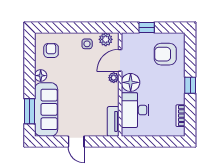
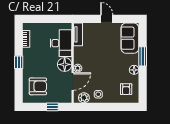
sofa: (46, 109) -> (130, 38), width x0.73
window: (29, 111) -> (143, 56), moved

